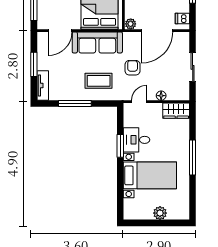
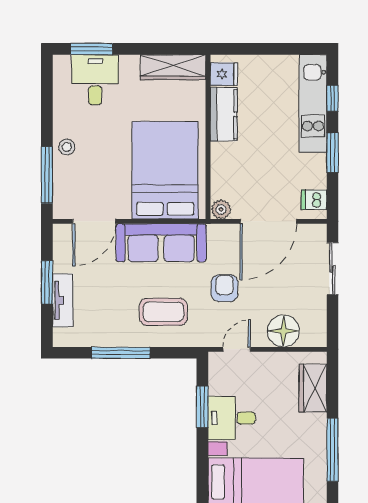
sliding door: (193, 67) -> (333, 269), moved
tv unit: (43, 86) -> (63, 300), moved
floor lamp: (161, 96) -> (284, 331), width x1.89, depth x1.89
wardrobe: (176, 111) -> (313, 388), moved, turned 90
window: (120, 146) -> (202, 407), moved

